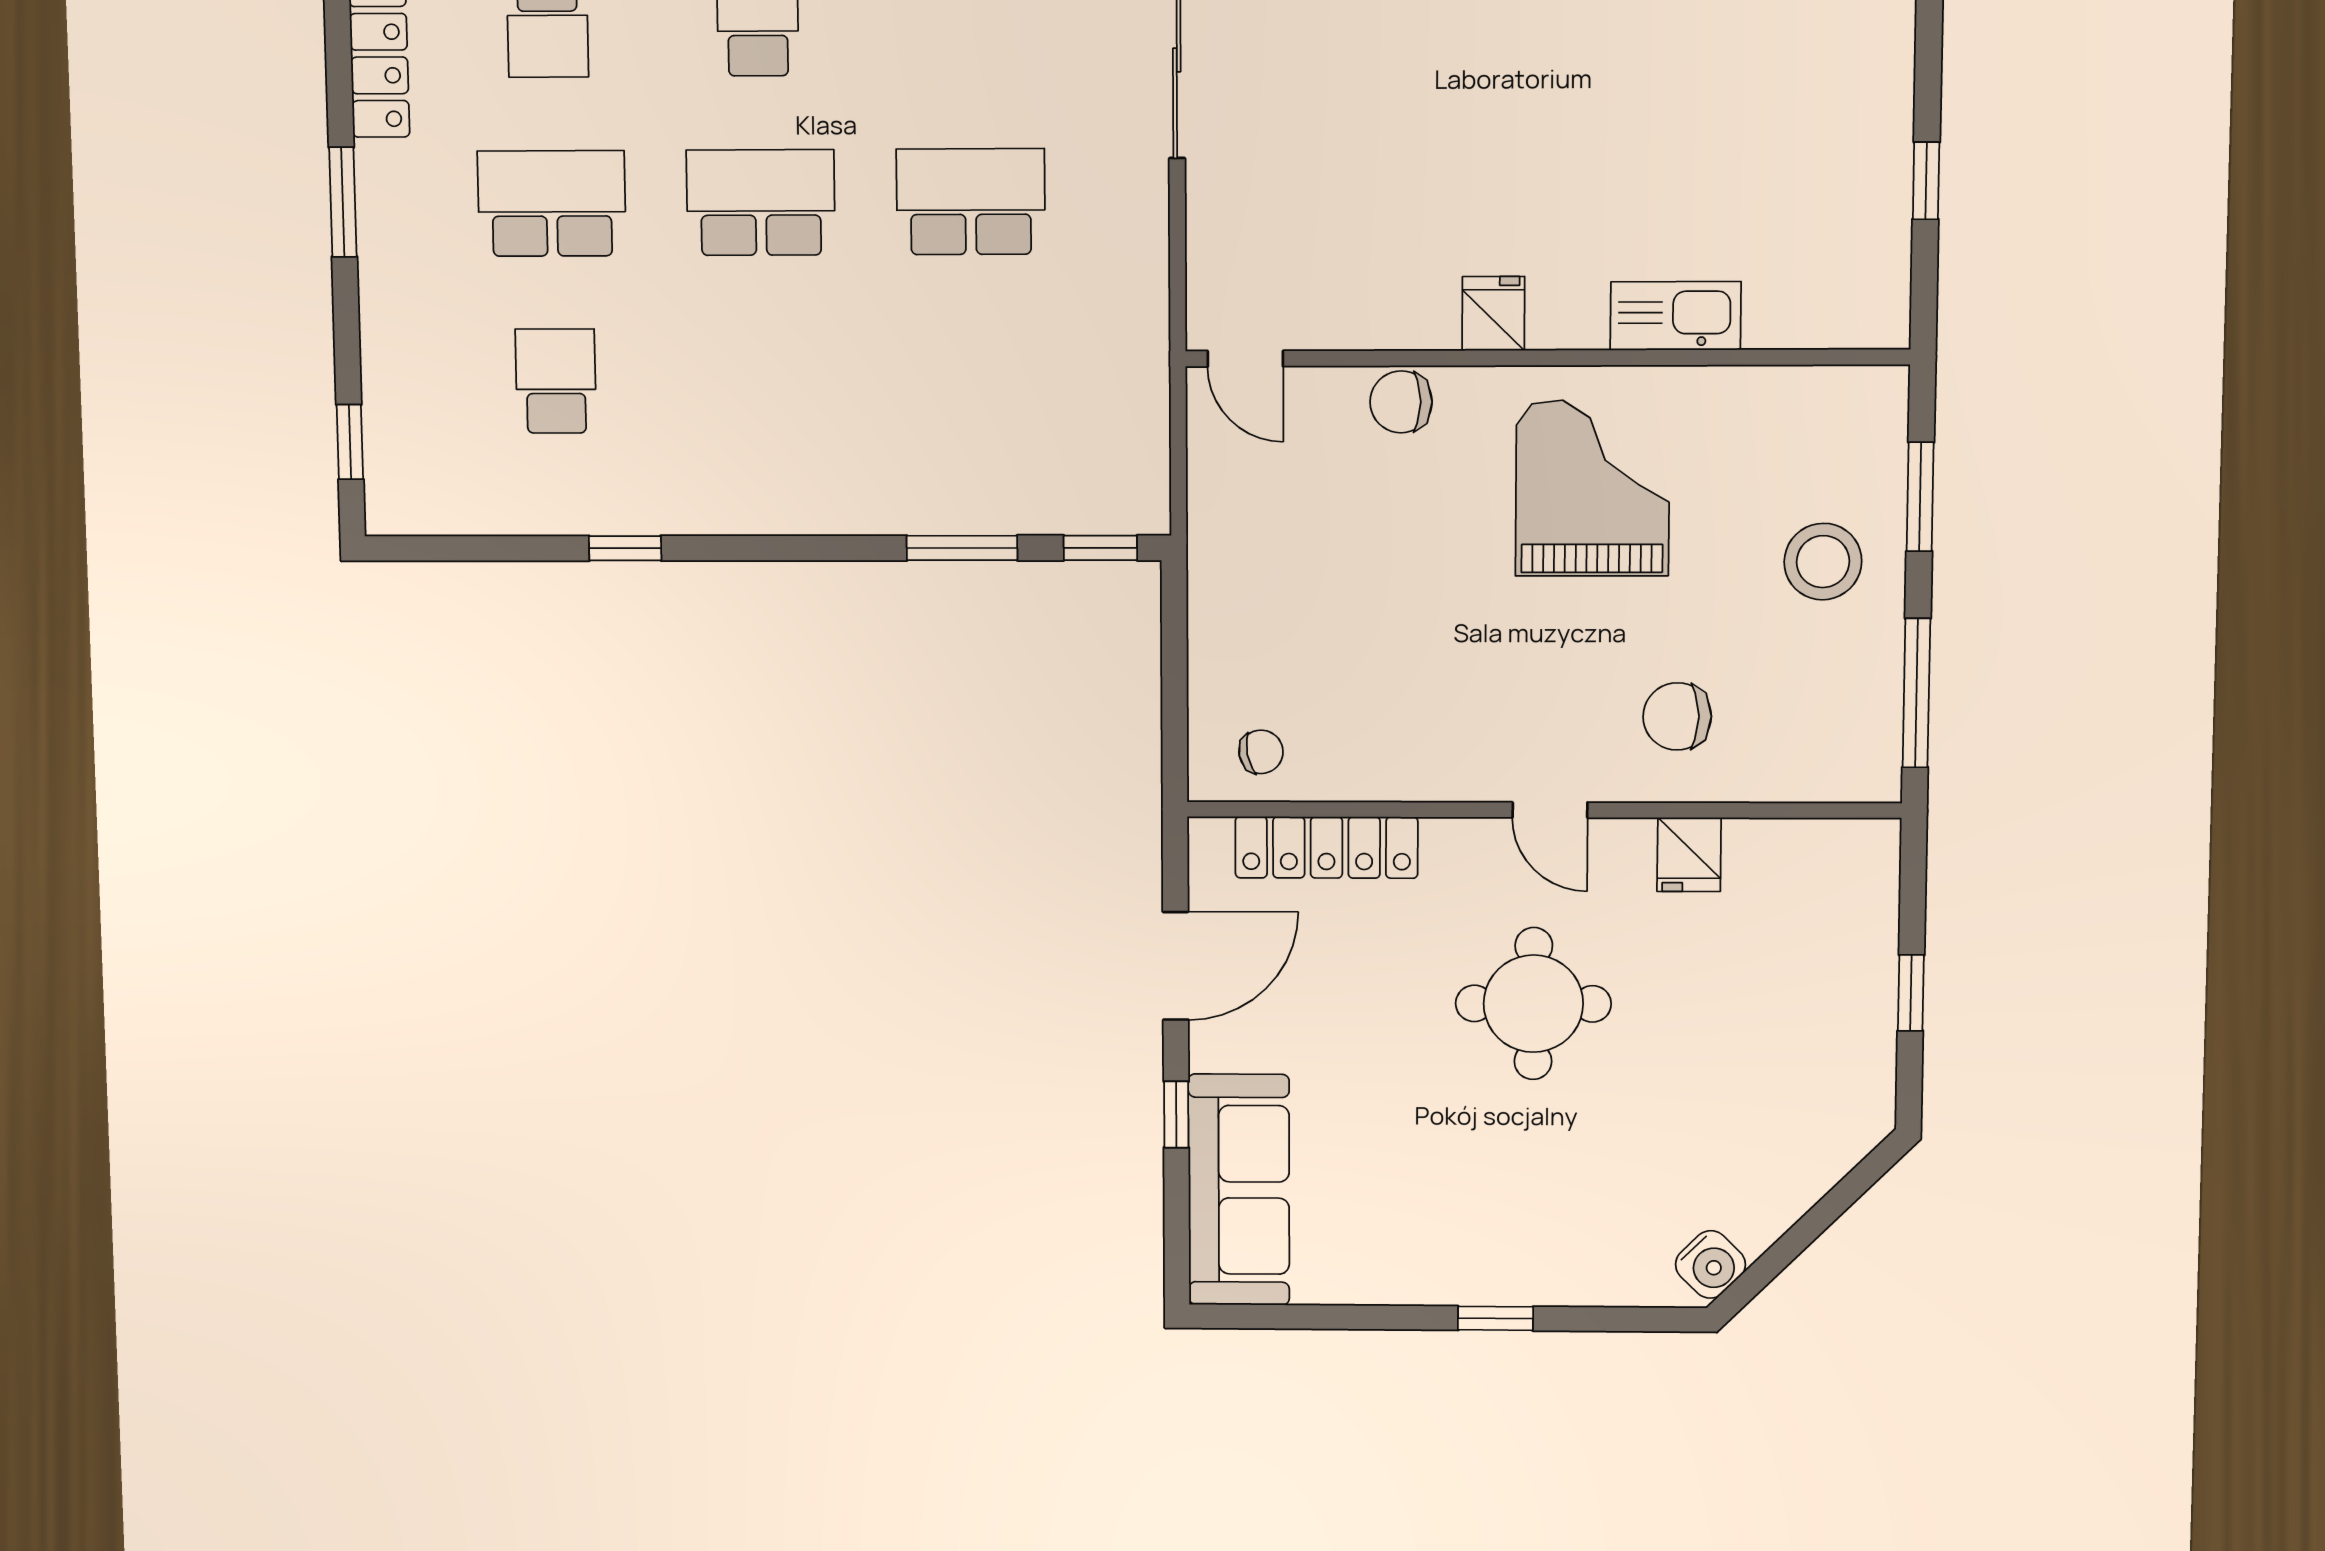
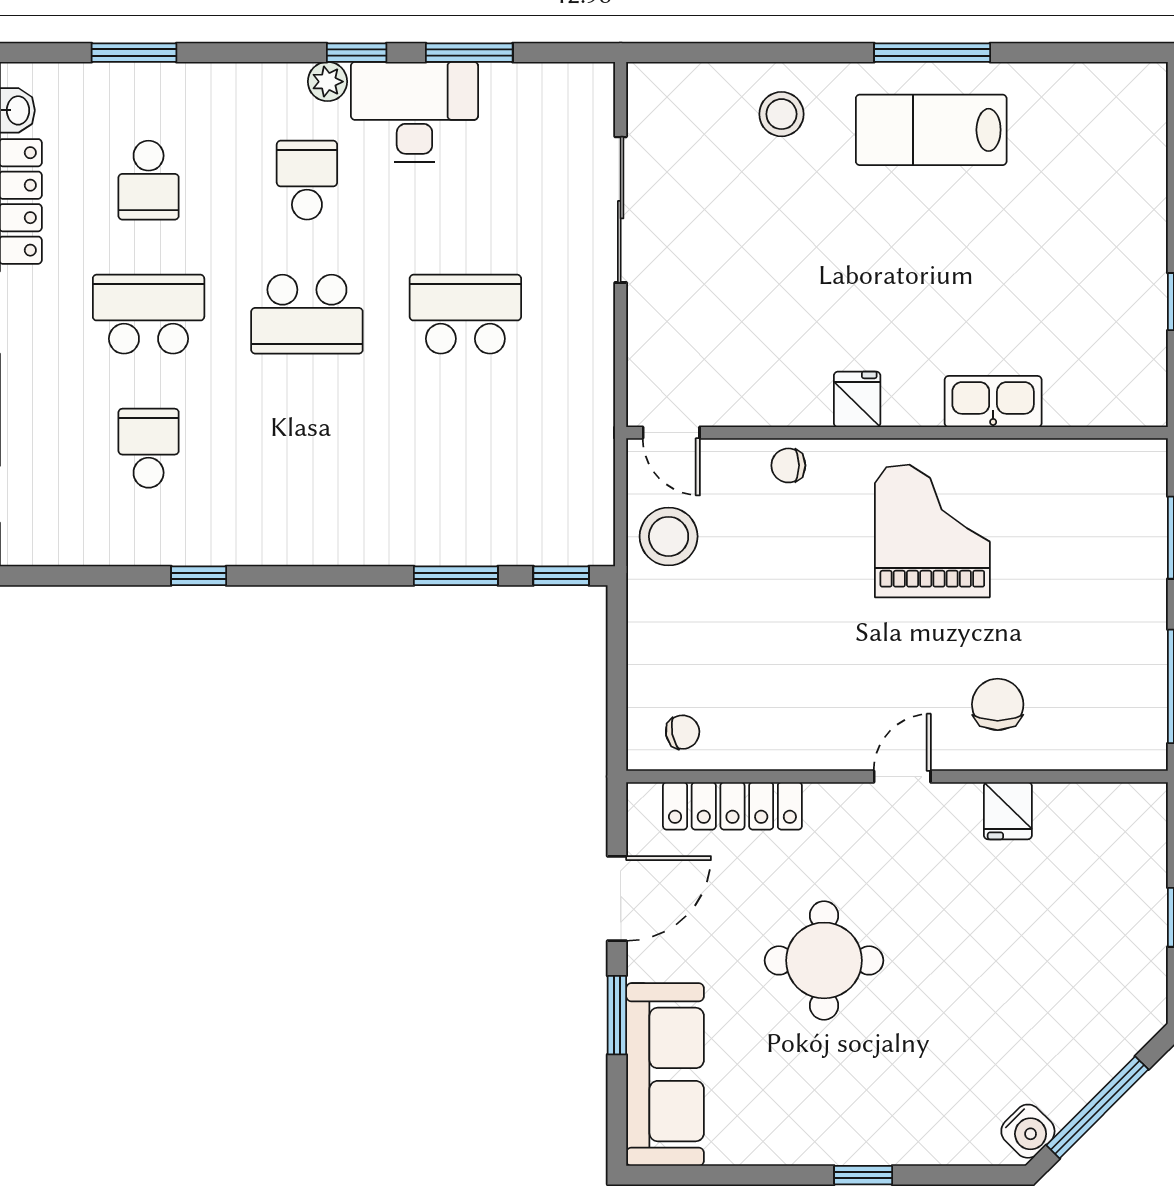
school desk: (761, 203) -> (307, 314), turned 180
chair: (1401, 402) -> (788, 465), width x0.73, depth x0.73
stool: (1823, 562) -> (669, 536), moved
chair: (1677, 716) -> (998, 704), turned 90
door: (1550, 810) -> (902, 777), swing flipped
round table: (1533, 1004) -> (824, 960), moved
window: (1176, 1114) -> (617, 1015), width x1.50
window: (1802, 1235) -> (1097, 1107), added

